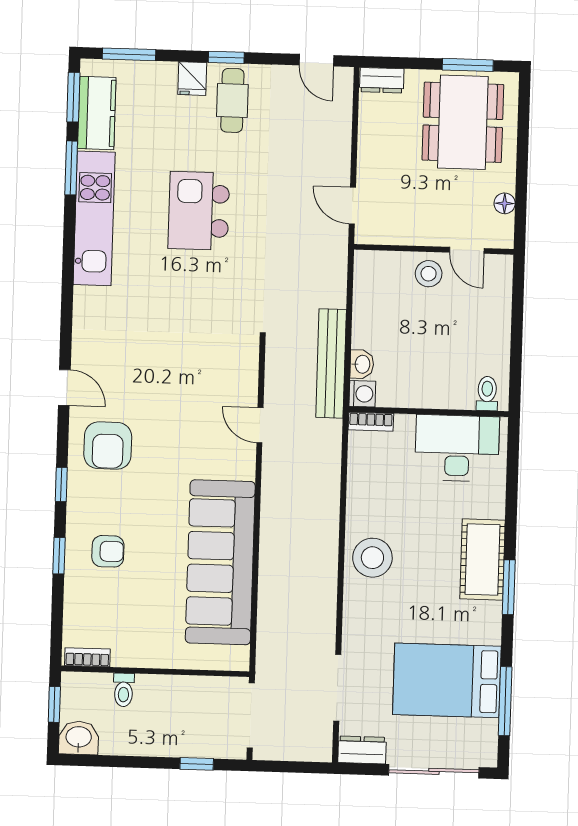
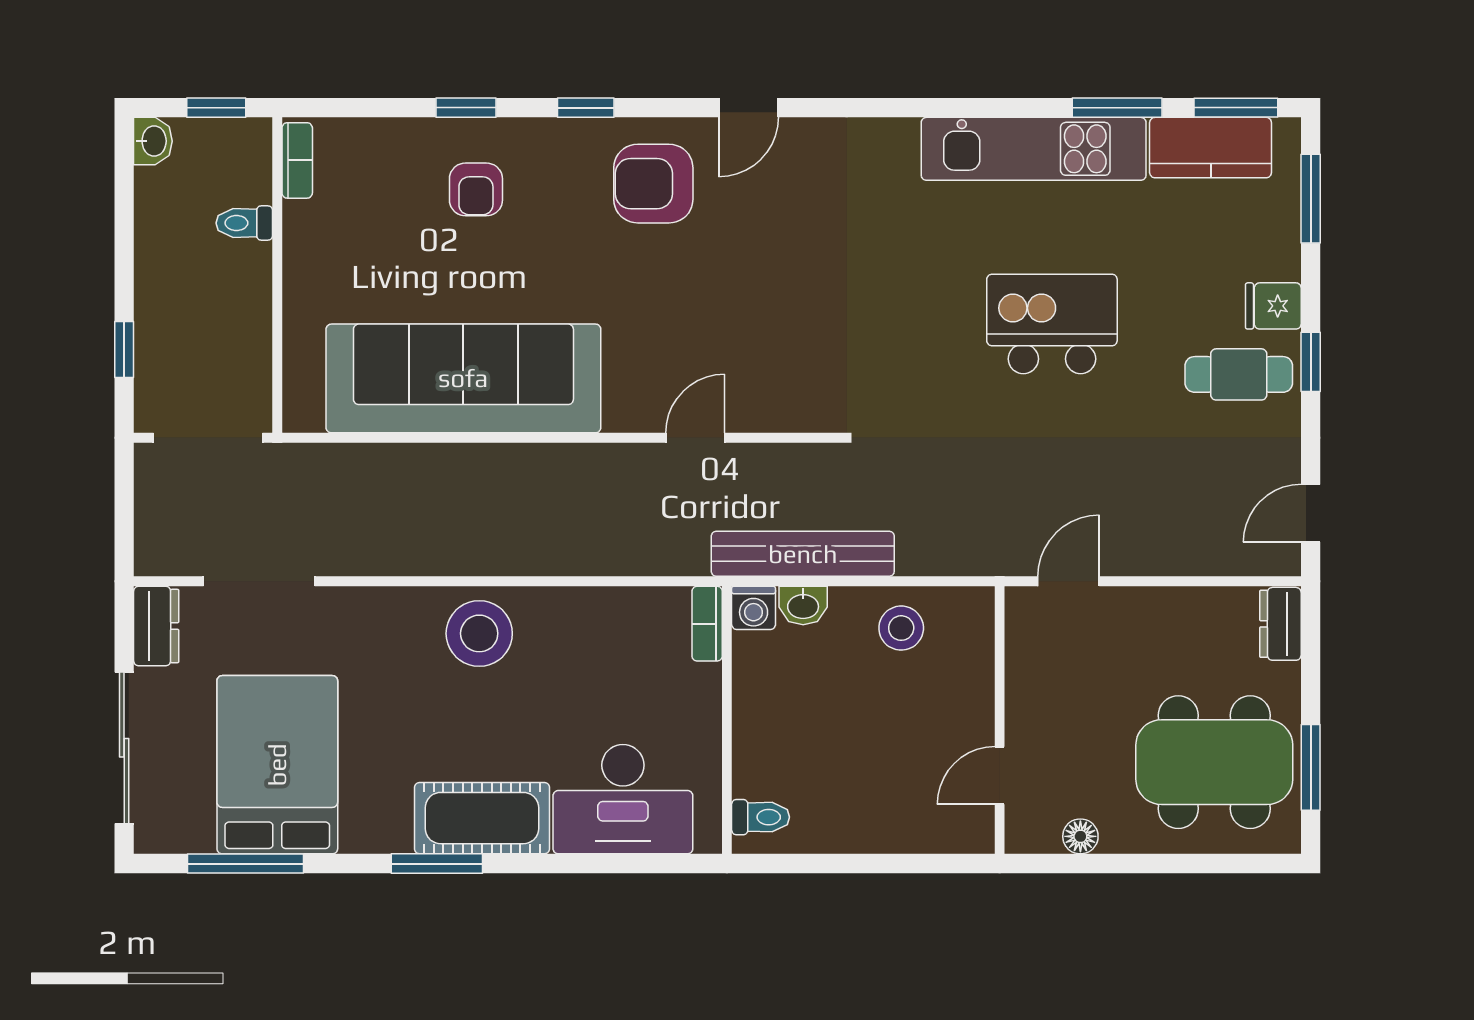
stool: (429, 274) -> (901, 628), moved
desk: (457, 448) -> (623, 799), moved, turned 90
washbasin: (79, 738) -> (153, 141), width x0.72, depth x0.69

